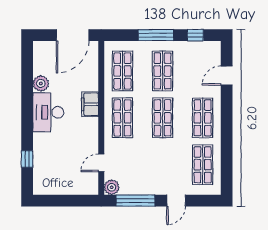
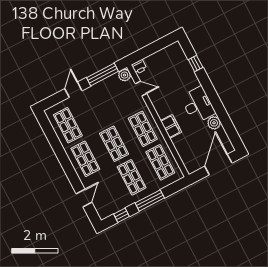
door: (73, 35) -> (218, 165), moved
door: (101, 163) -> (141, 89), hinge flipped
printer: (91, 188) -> (139, 67), added

